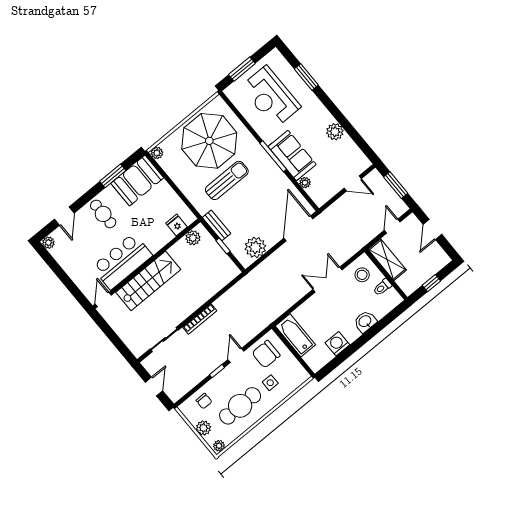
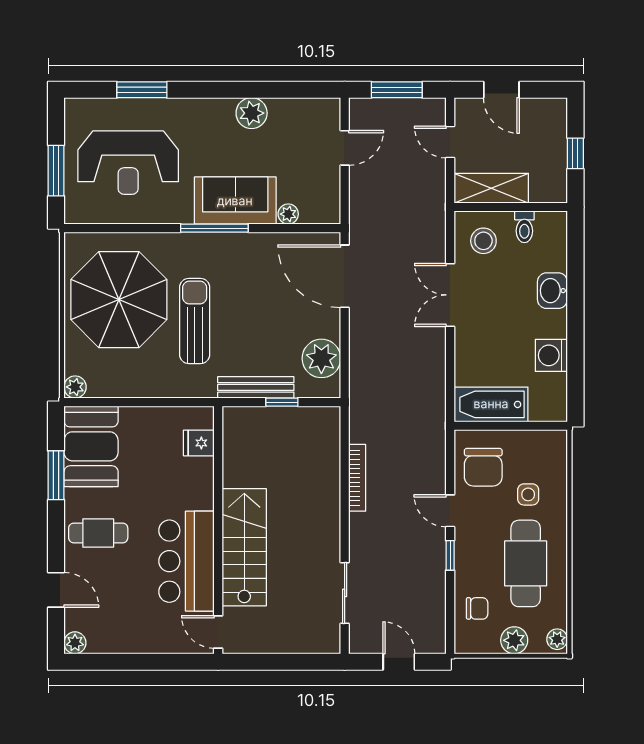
bench: (217, 225) -> (256, 387), width x1.36
plant: (193, 238) -> (236, 435), removed
bookcase: (200, 319) -> (357, 478), moved

